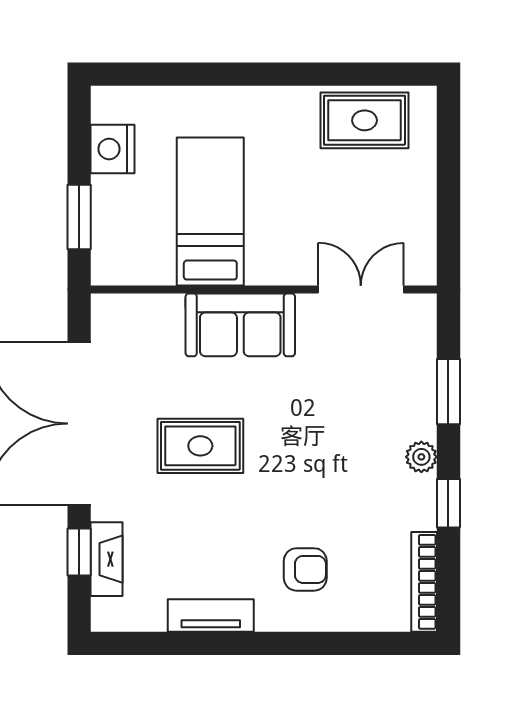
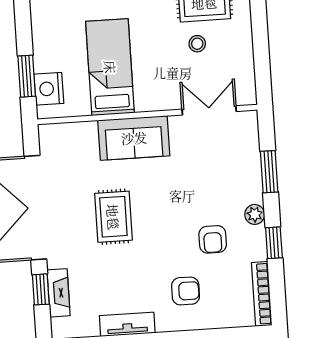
nightstand: (113, 149) -> (49, 89), moved
stool: (349, 184) -> (197, 44), added
rug: (200, 446) -> (113, 217), turned 90
armchair: (353, 492) -> (213, 239), added

